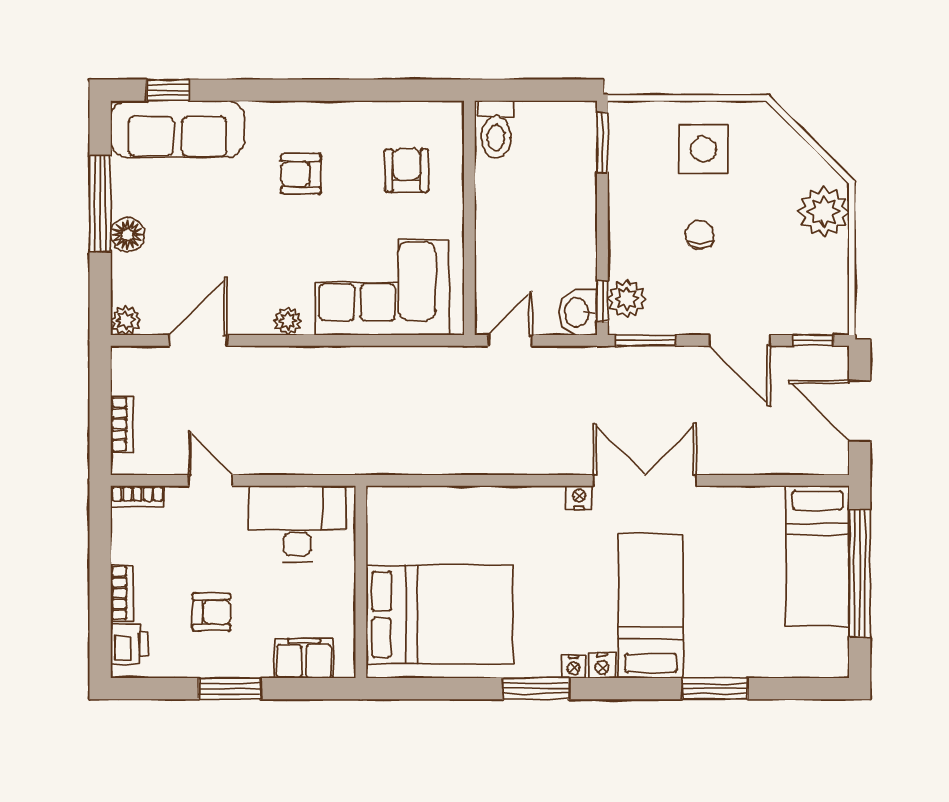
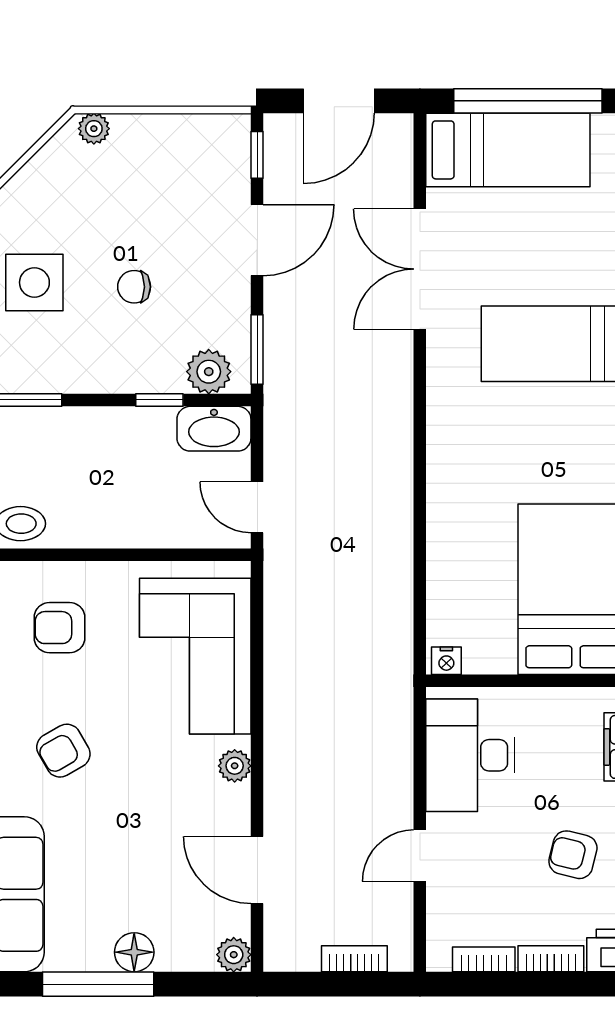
armchair: (301, 174) -> (63, 751), turned 60
plant: (824, 212) -> (94, 129), width x0.53, depth x0.53
window: (602, 301) -> (159, 400), moved
washbasin: (578, 312) -> (214, 429), width x1.38
double door: (645, 480) -> (420, 269), moved
bookcase: (137, 496) -> (484, 959), moved, turned -90
nightstand: (579, 498) -> (446, 661), moved, turned -90
armchair: (211, 612) -> (573, 855), turned -76

